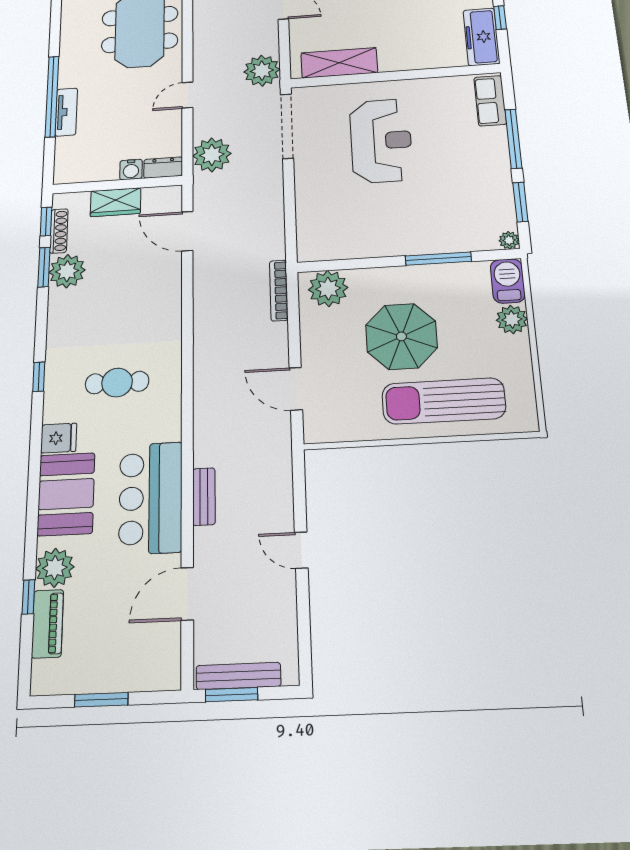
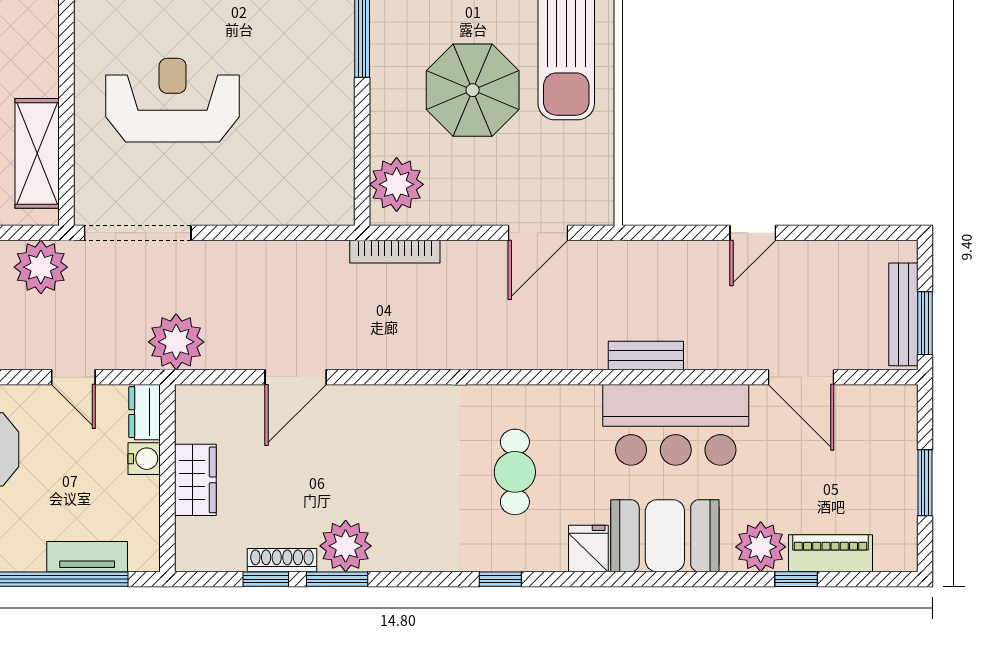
dresser: (163, 168) -> (145, 412), moved
water cooler: (131, 170) -> (144, 459), moved
wall: (117, 185) -> (167, 478), moved
wardrobe: (116, 202) -> (195, 480), moved
bench: (204, 496) -> (646, 356), moved

